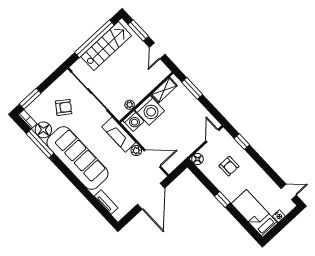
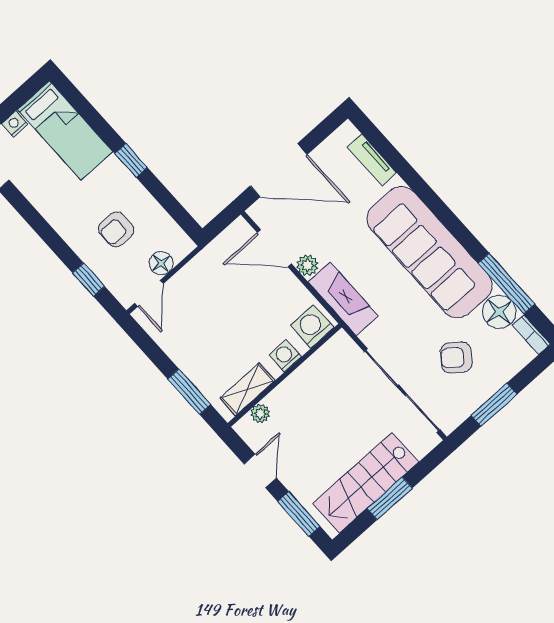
window: (94, 39) -> (390, 498), width x0.47
window: (30, 99) -> (494, 405), moved
plant: (130, 105) -> (260, 413), moved
washing machine: (150, 110) -> (285, 356), width x0.53, depth x0.53
floor lamp: (197, 159) -> (161, 263), moved
armchair: (229, 166) -> (116, 229), turned -90
door: (151, 196) -> (279, 170), swing flipped

